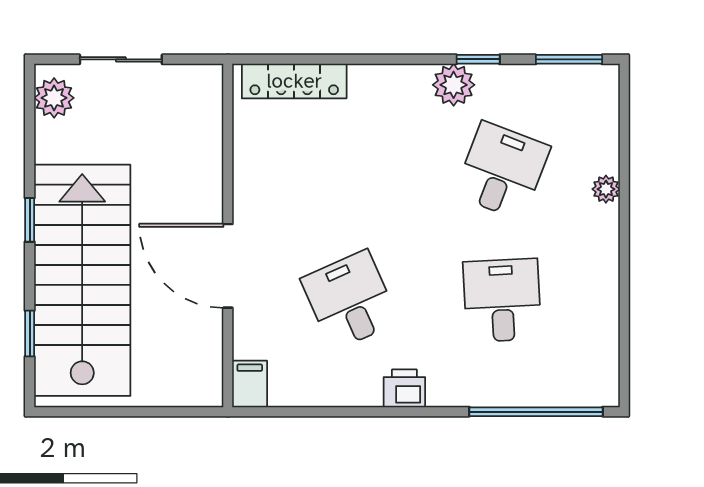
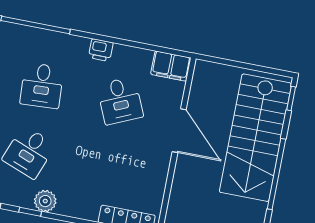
window: (30, 220) -> (276, 174), width x3.17
window: (30, 333) -> (291, 98), moved
filing cabinet: (250, 384) -> (171, 66), width x2.00

